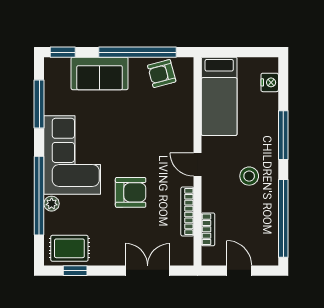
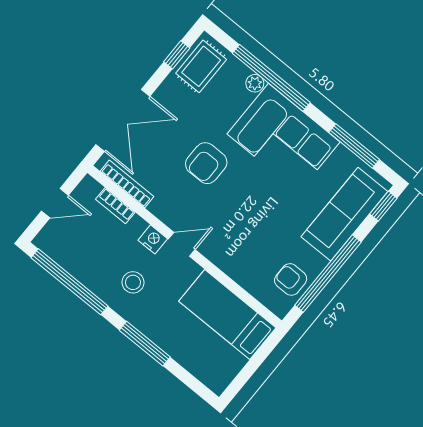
sofa: (100, 73) -> (344, 214), width x1.36
armchair: (162, 74) -> (291, 279), turned -75
nightstand: (270, 82) -> (153, 239), moved, turned 180
bookcase: (187, 212) -> (127, 184), moved
double door: (148, 271) -> (123, 120), width x1.37

